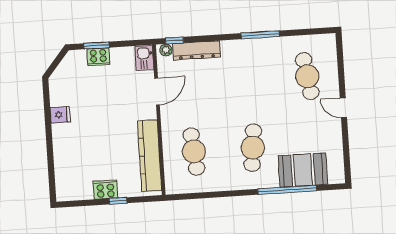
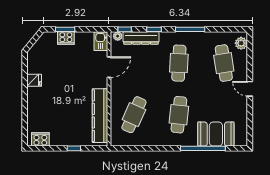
window: (213, 38) -> (154, 29), added
plant: (328, 49) -> (241, 43), added
cafe table: (248, 80) -> (179, 63), added
cafe table: (194, 151) -> (134, 115), turned 30
cooker: (105, 190) -> (40, 139), moved

